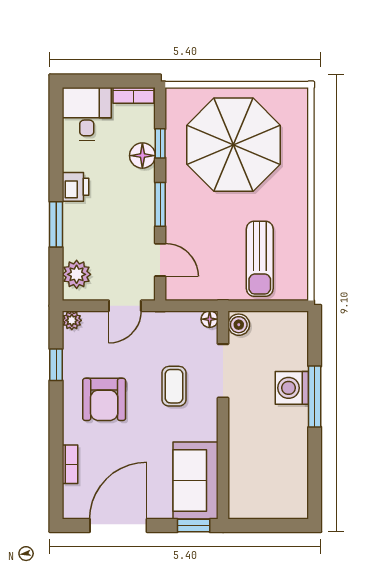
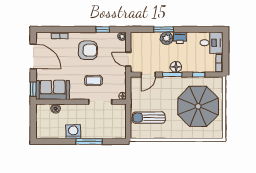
floor lamp: (142, 156) -> (176, 67), moved
plant: (77, 274) -> (167, 38), moved
boiler: (239, 325) -> (56, 109), moved
washing machine: (292, 388) -> (73, 132), moved
armchair: (104, 399) -> (88, 50), turned 180

